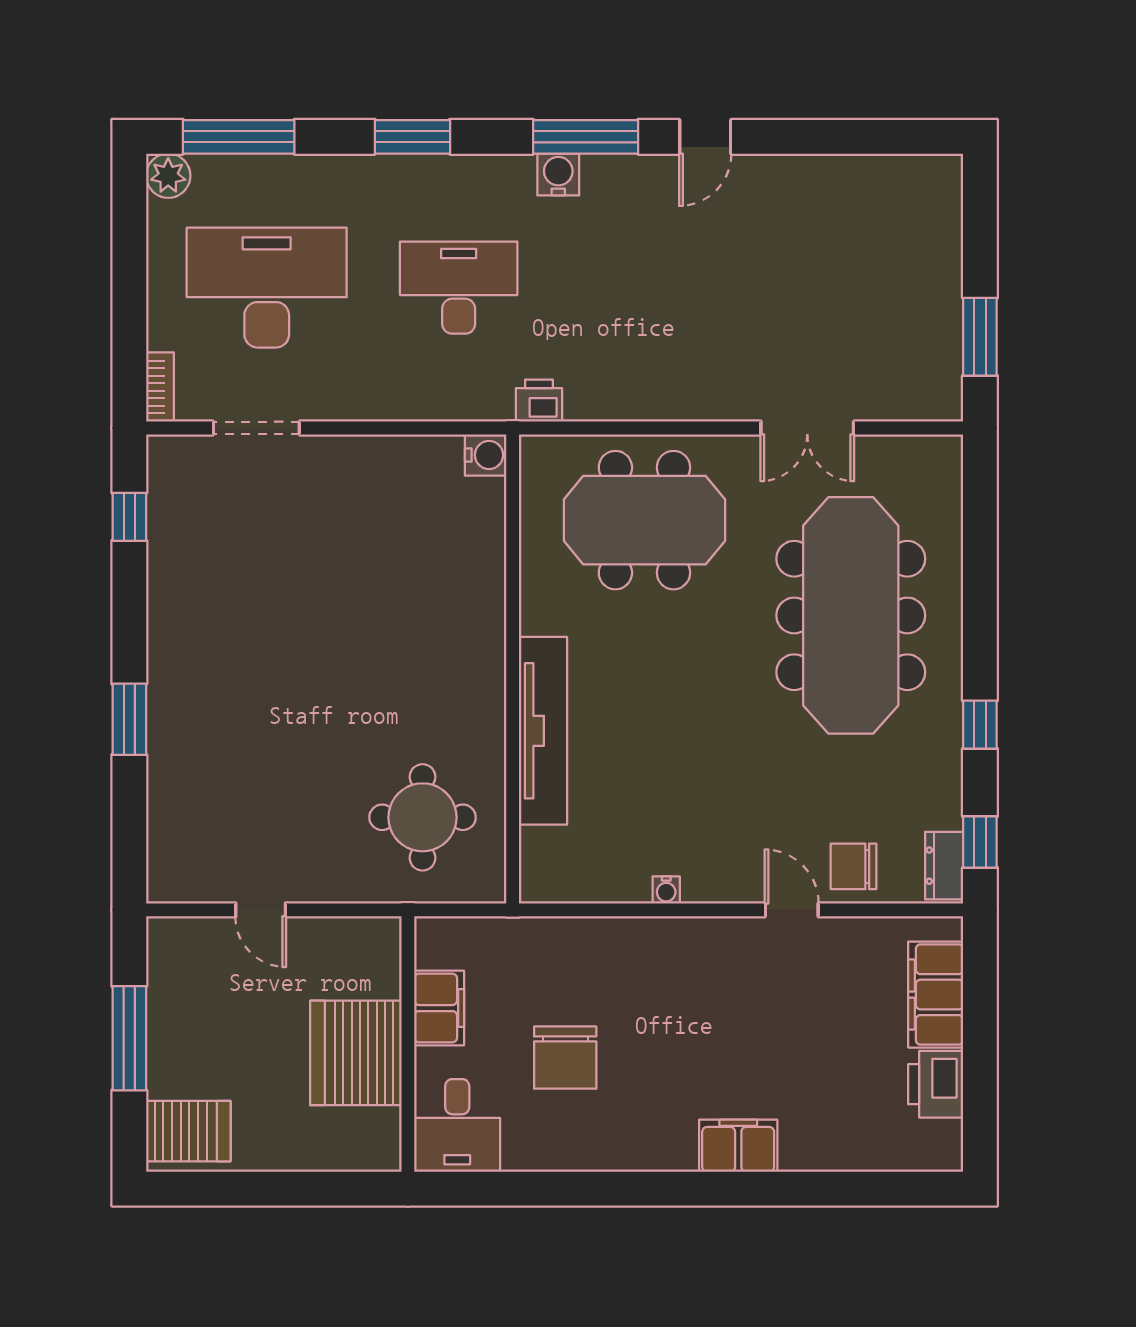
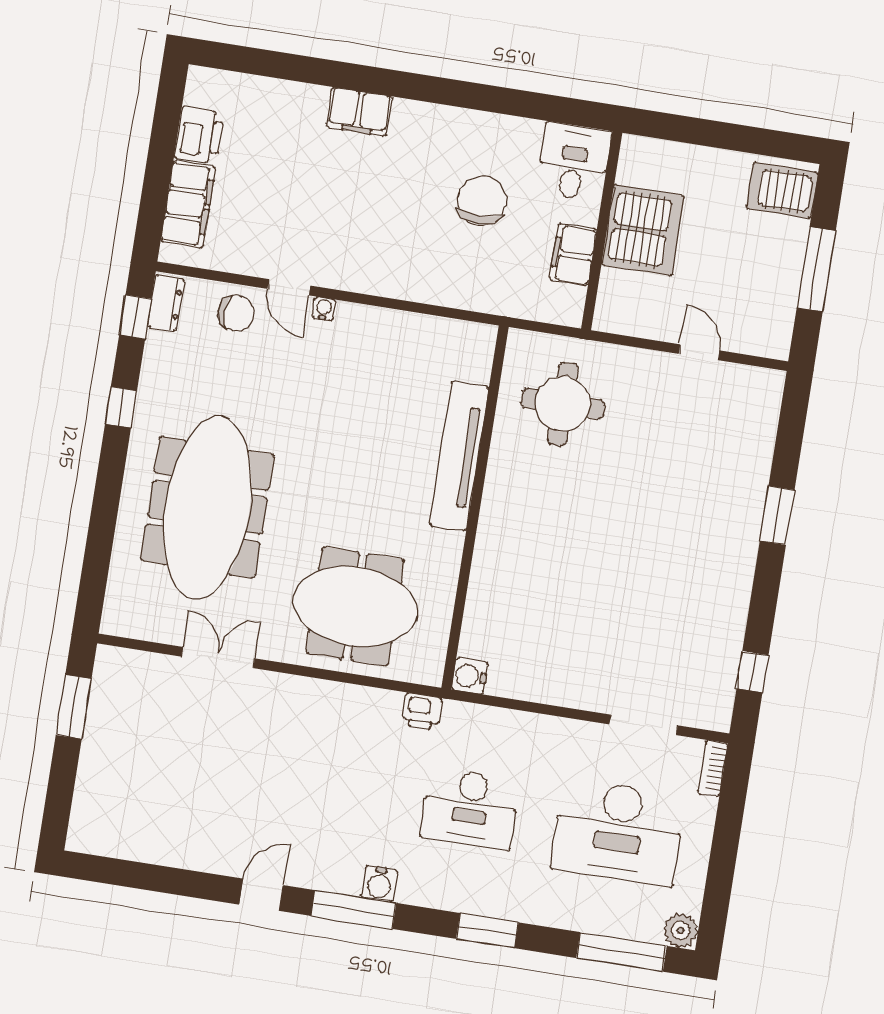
water cooler: (666, 890) -> (324, 309), moved

